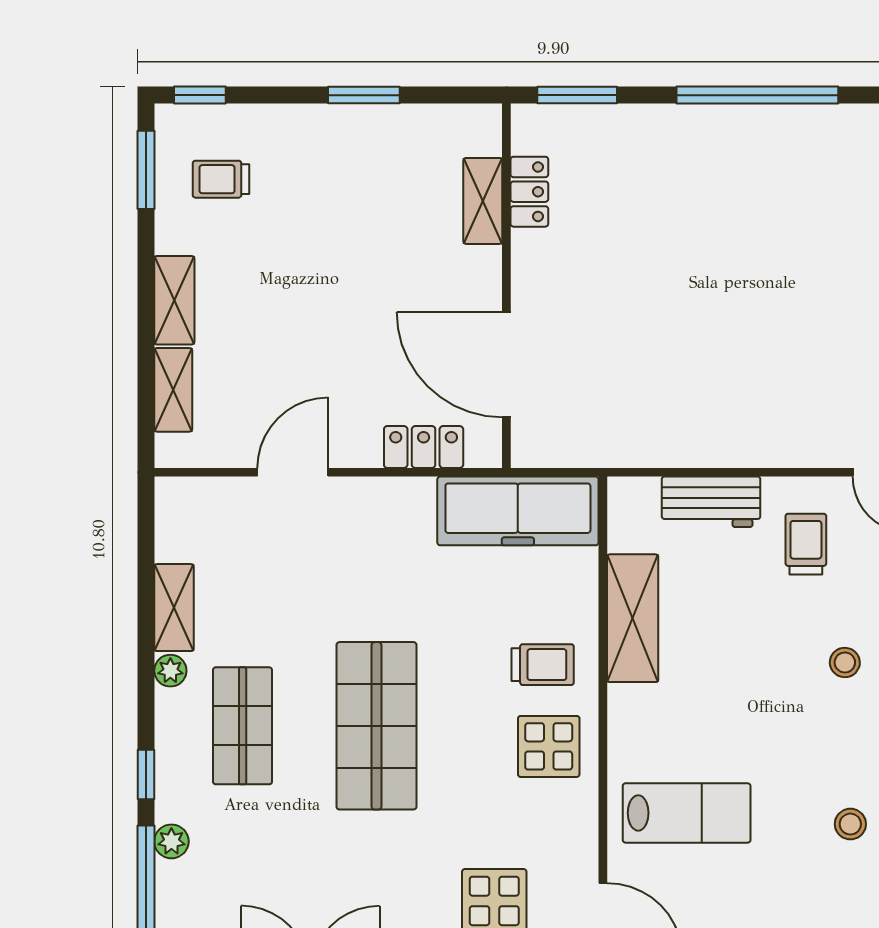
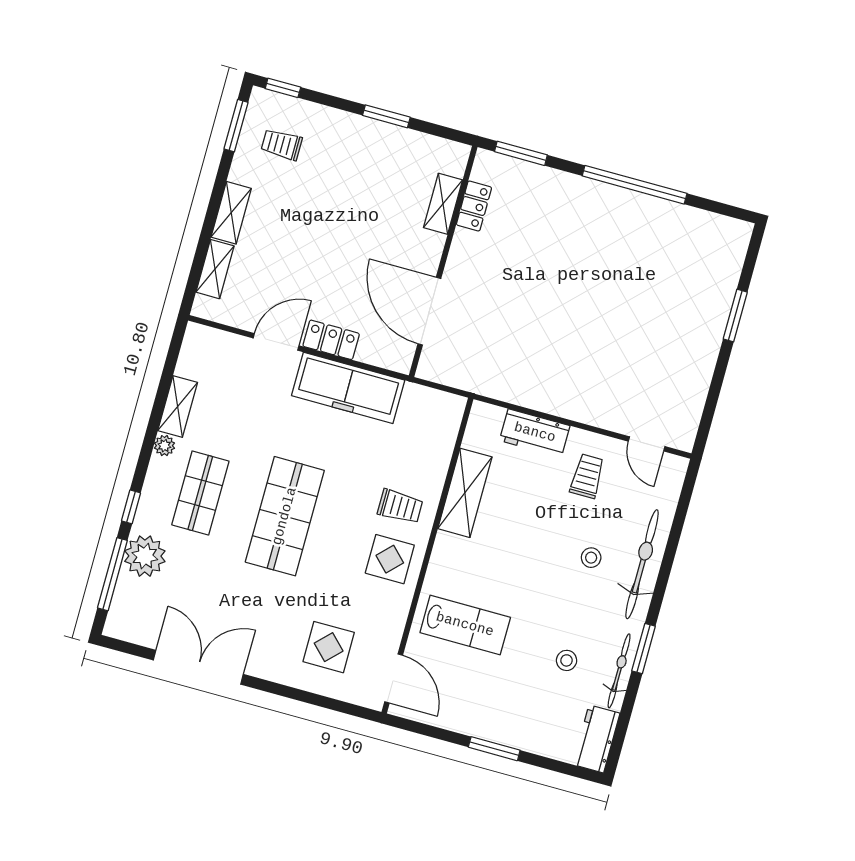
locker: (424, 447) -> (331, 340), moved
freezer: (518, 511) -> (348, 388), moved
plant: (171, 841) -> (145, 556), width x1.87, depth x1.87

